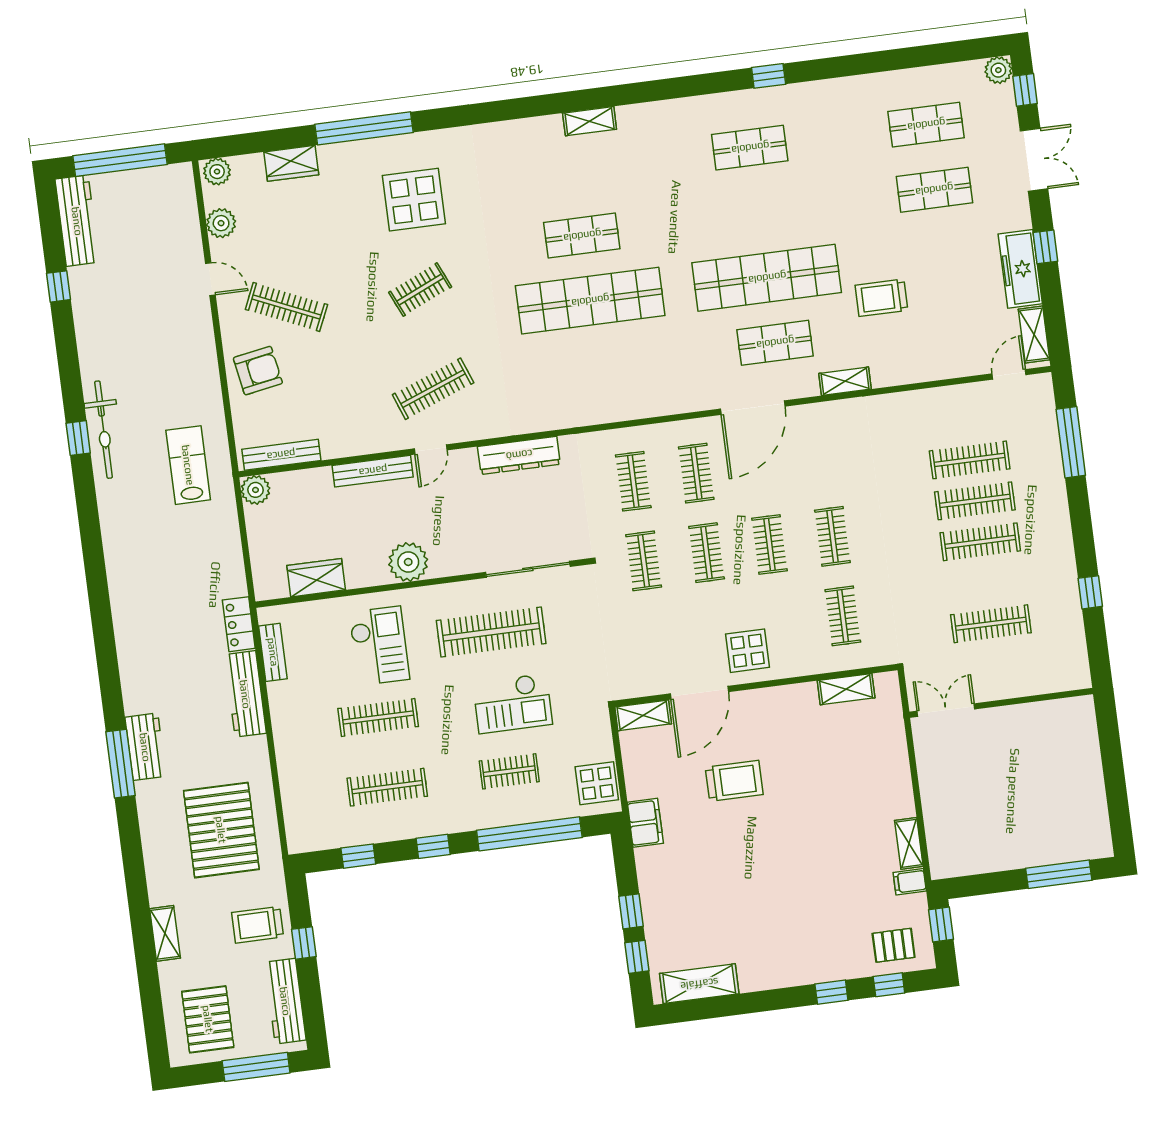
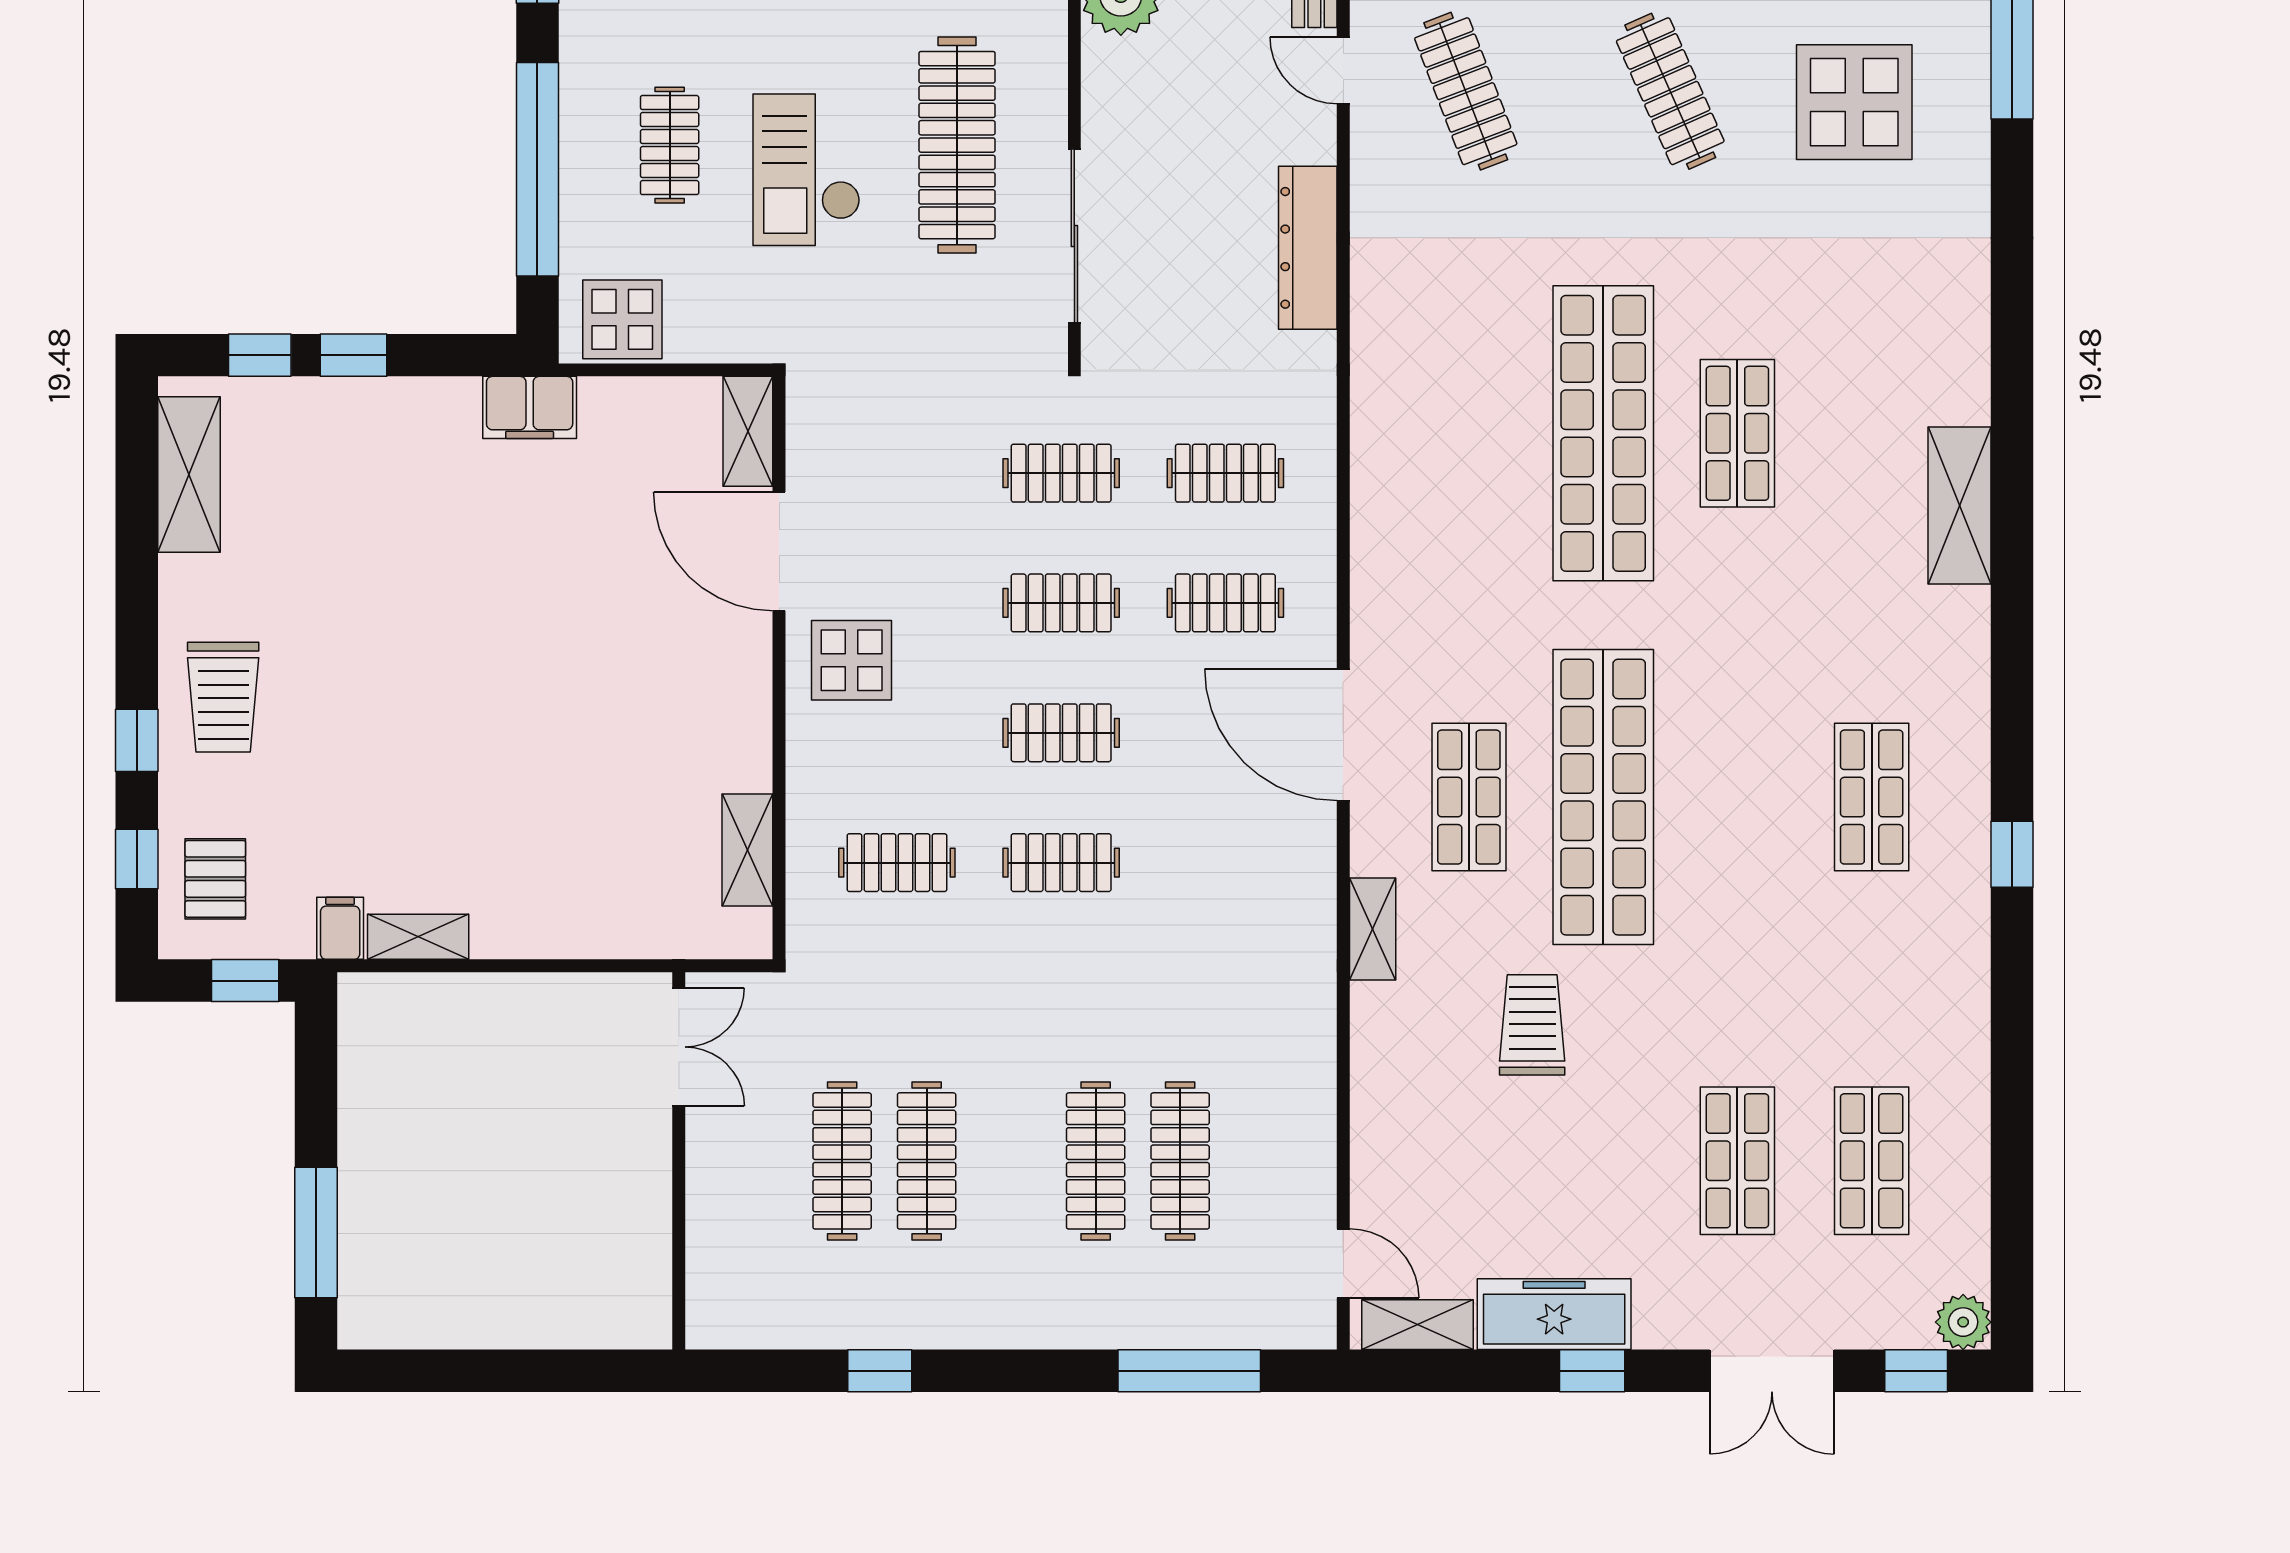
shelving: (590, 121) -> (1959, 506), width x1.50, depth x1.33
clothes rail: (420, 290) -> (1670, 91), width x1.36
clothes rail: (980, 542) -> (927, 1161), moved
trolley: (734, 781) -> (223, 697), moved

